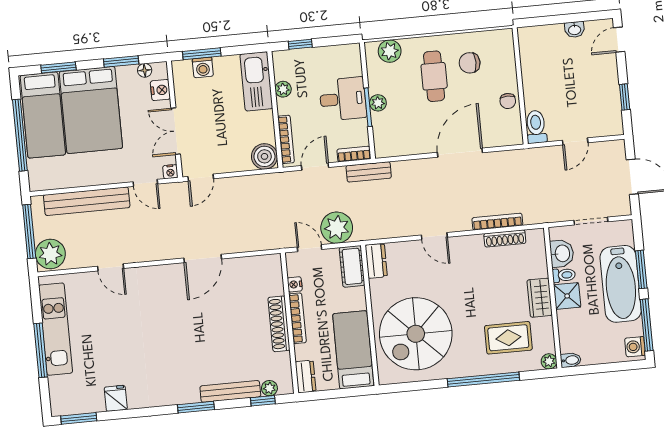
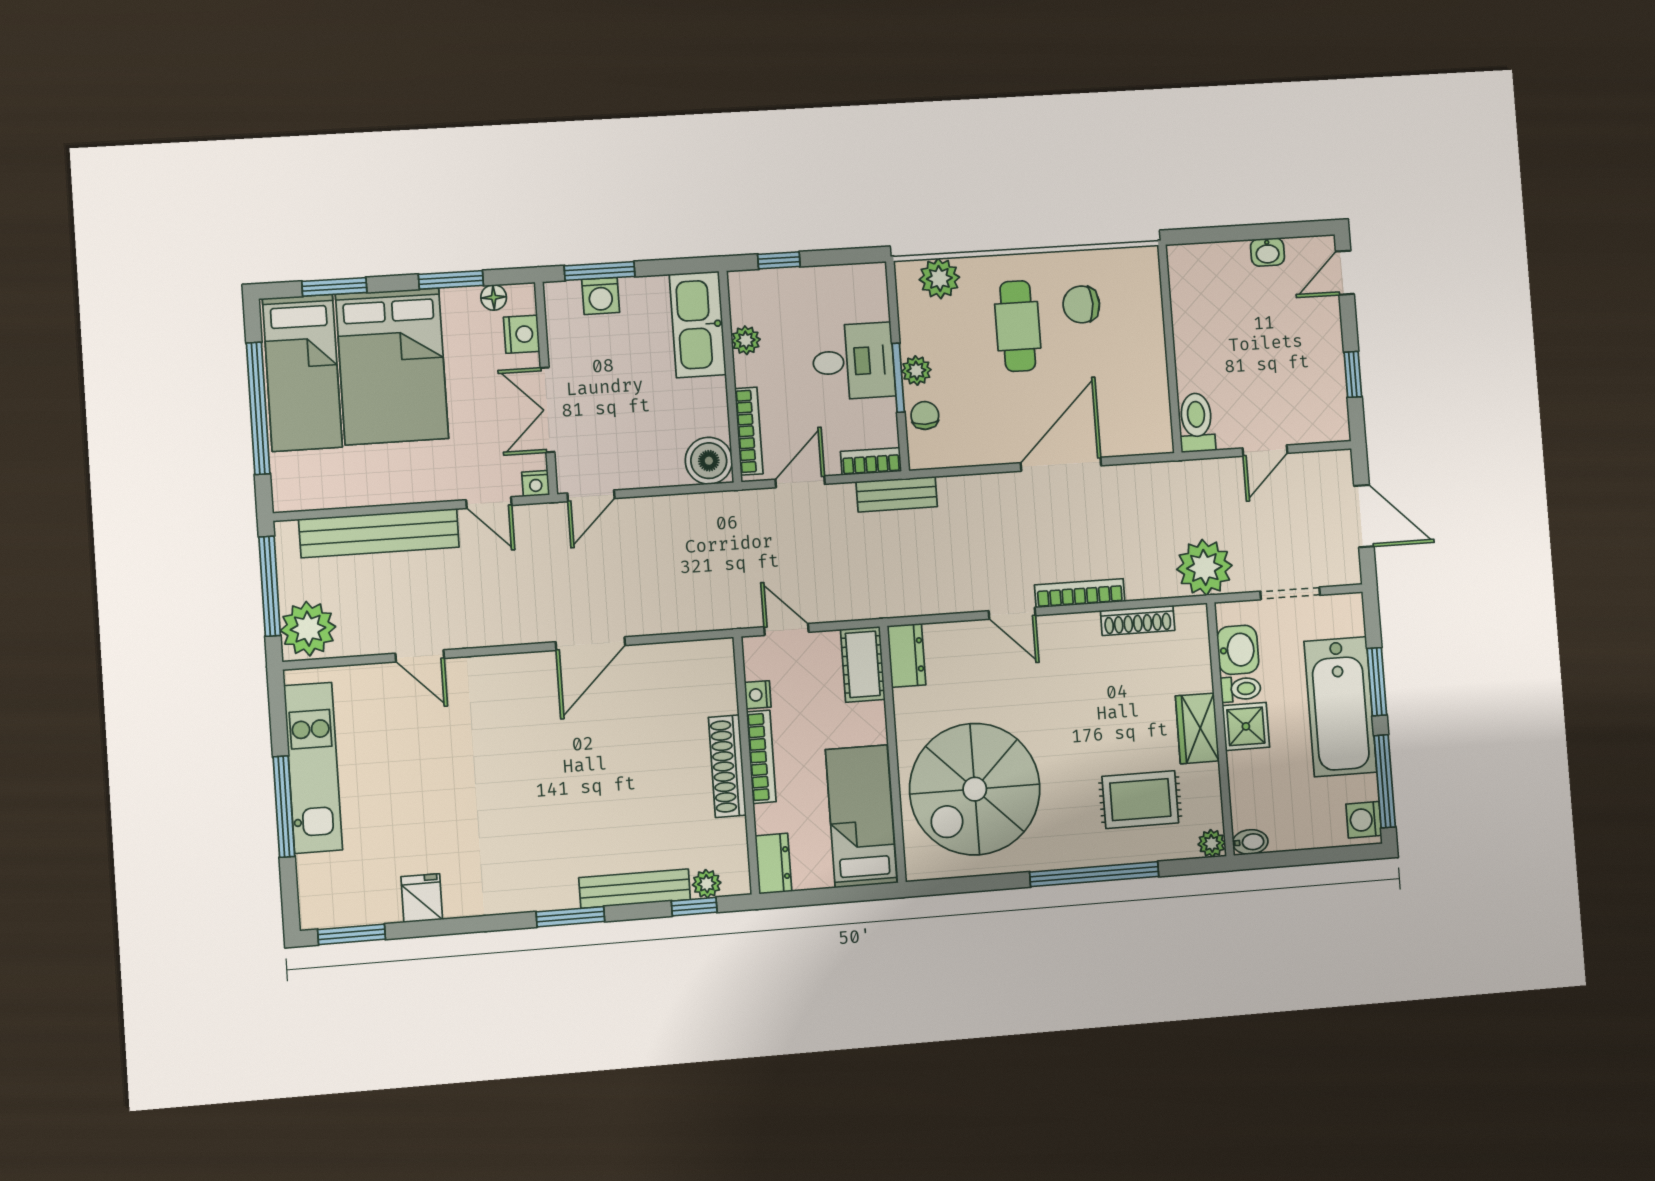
chair: (508, 101) -> (925, 415), moved, turned 180
bookcase: (497, 222) -> (1080, 593), moved
plant: (337, 228) -> (1204, 567), moved

